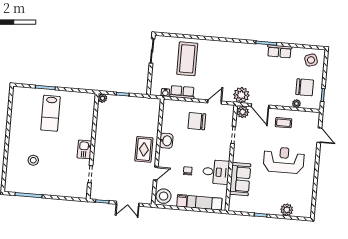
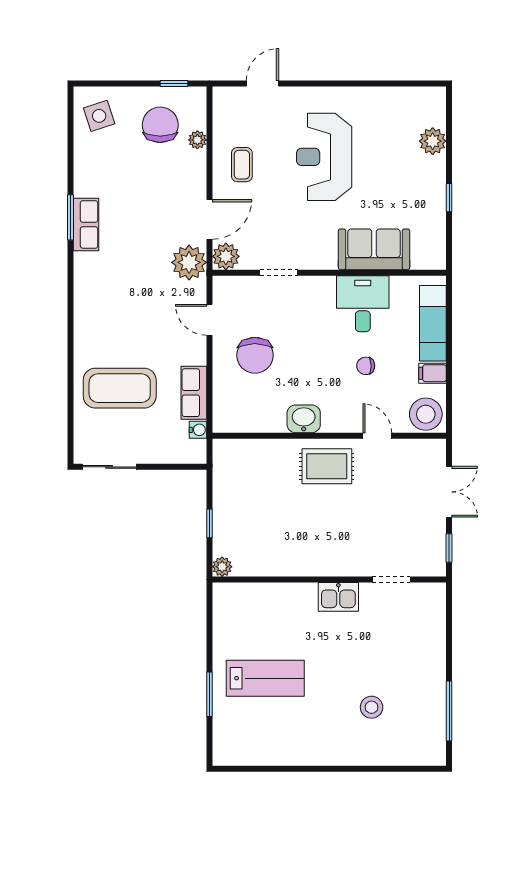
row of seats: (279, 51) -> (86, 224), moved

